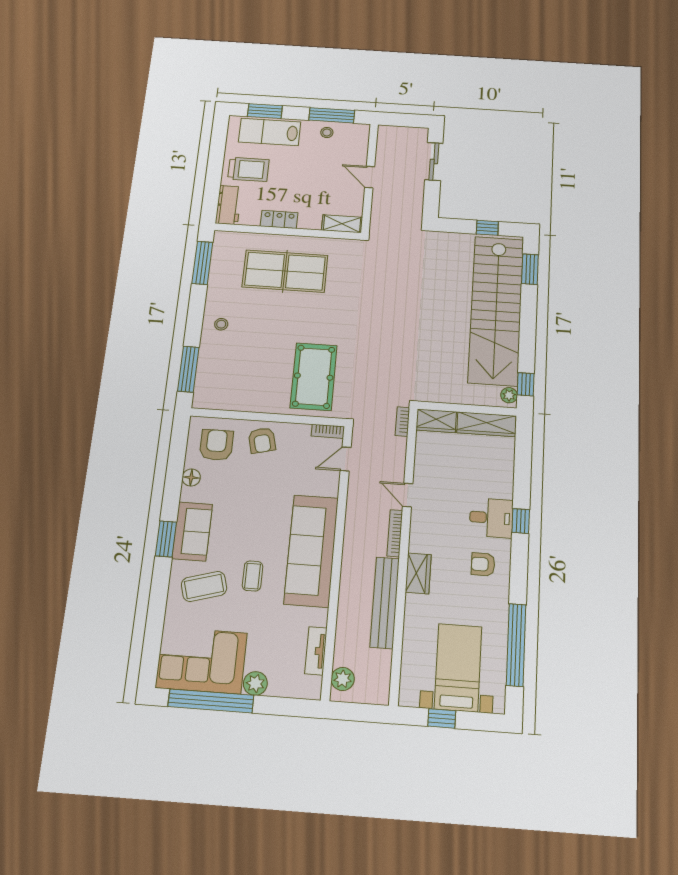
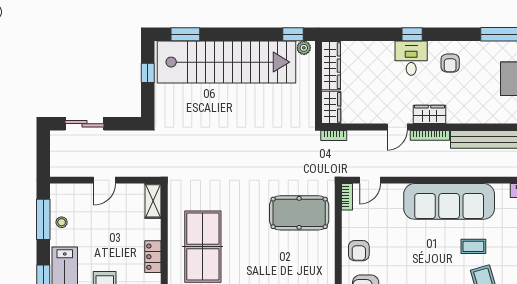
armchair: (262, 440) -> (359, 251), turned 104
door: (346, 459) -> (370, 180), hinge flipped
wardrobe: (418, 573) -> (429, 114), moved

